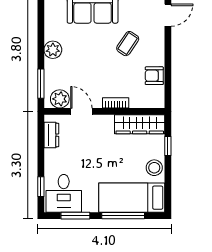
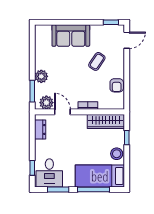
plant: (53, 50) -> (41, 76), moved
armchair: (154, 76) -> (117, 85), turned -90

